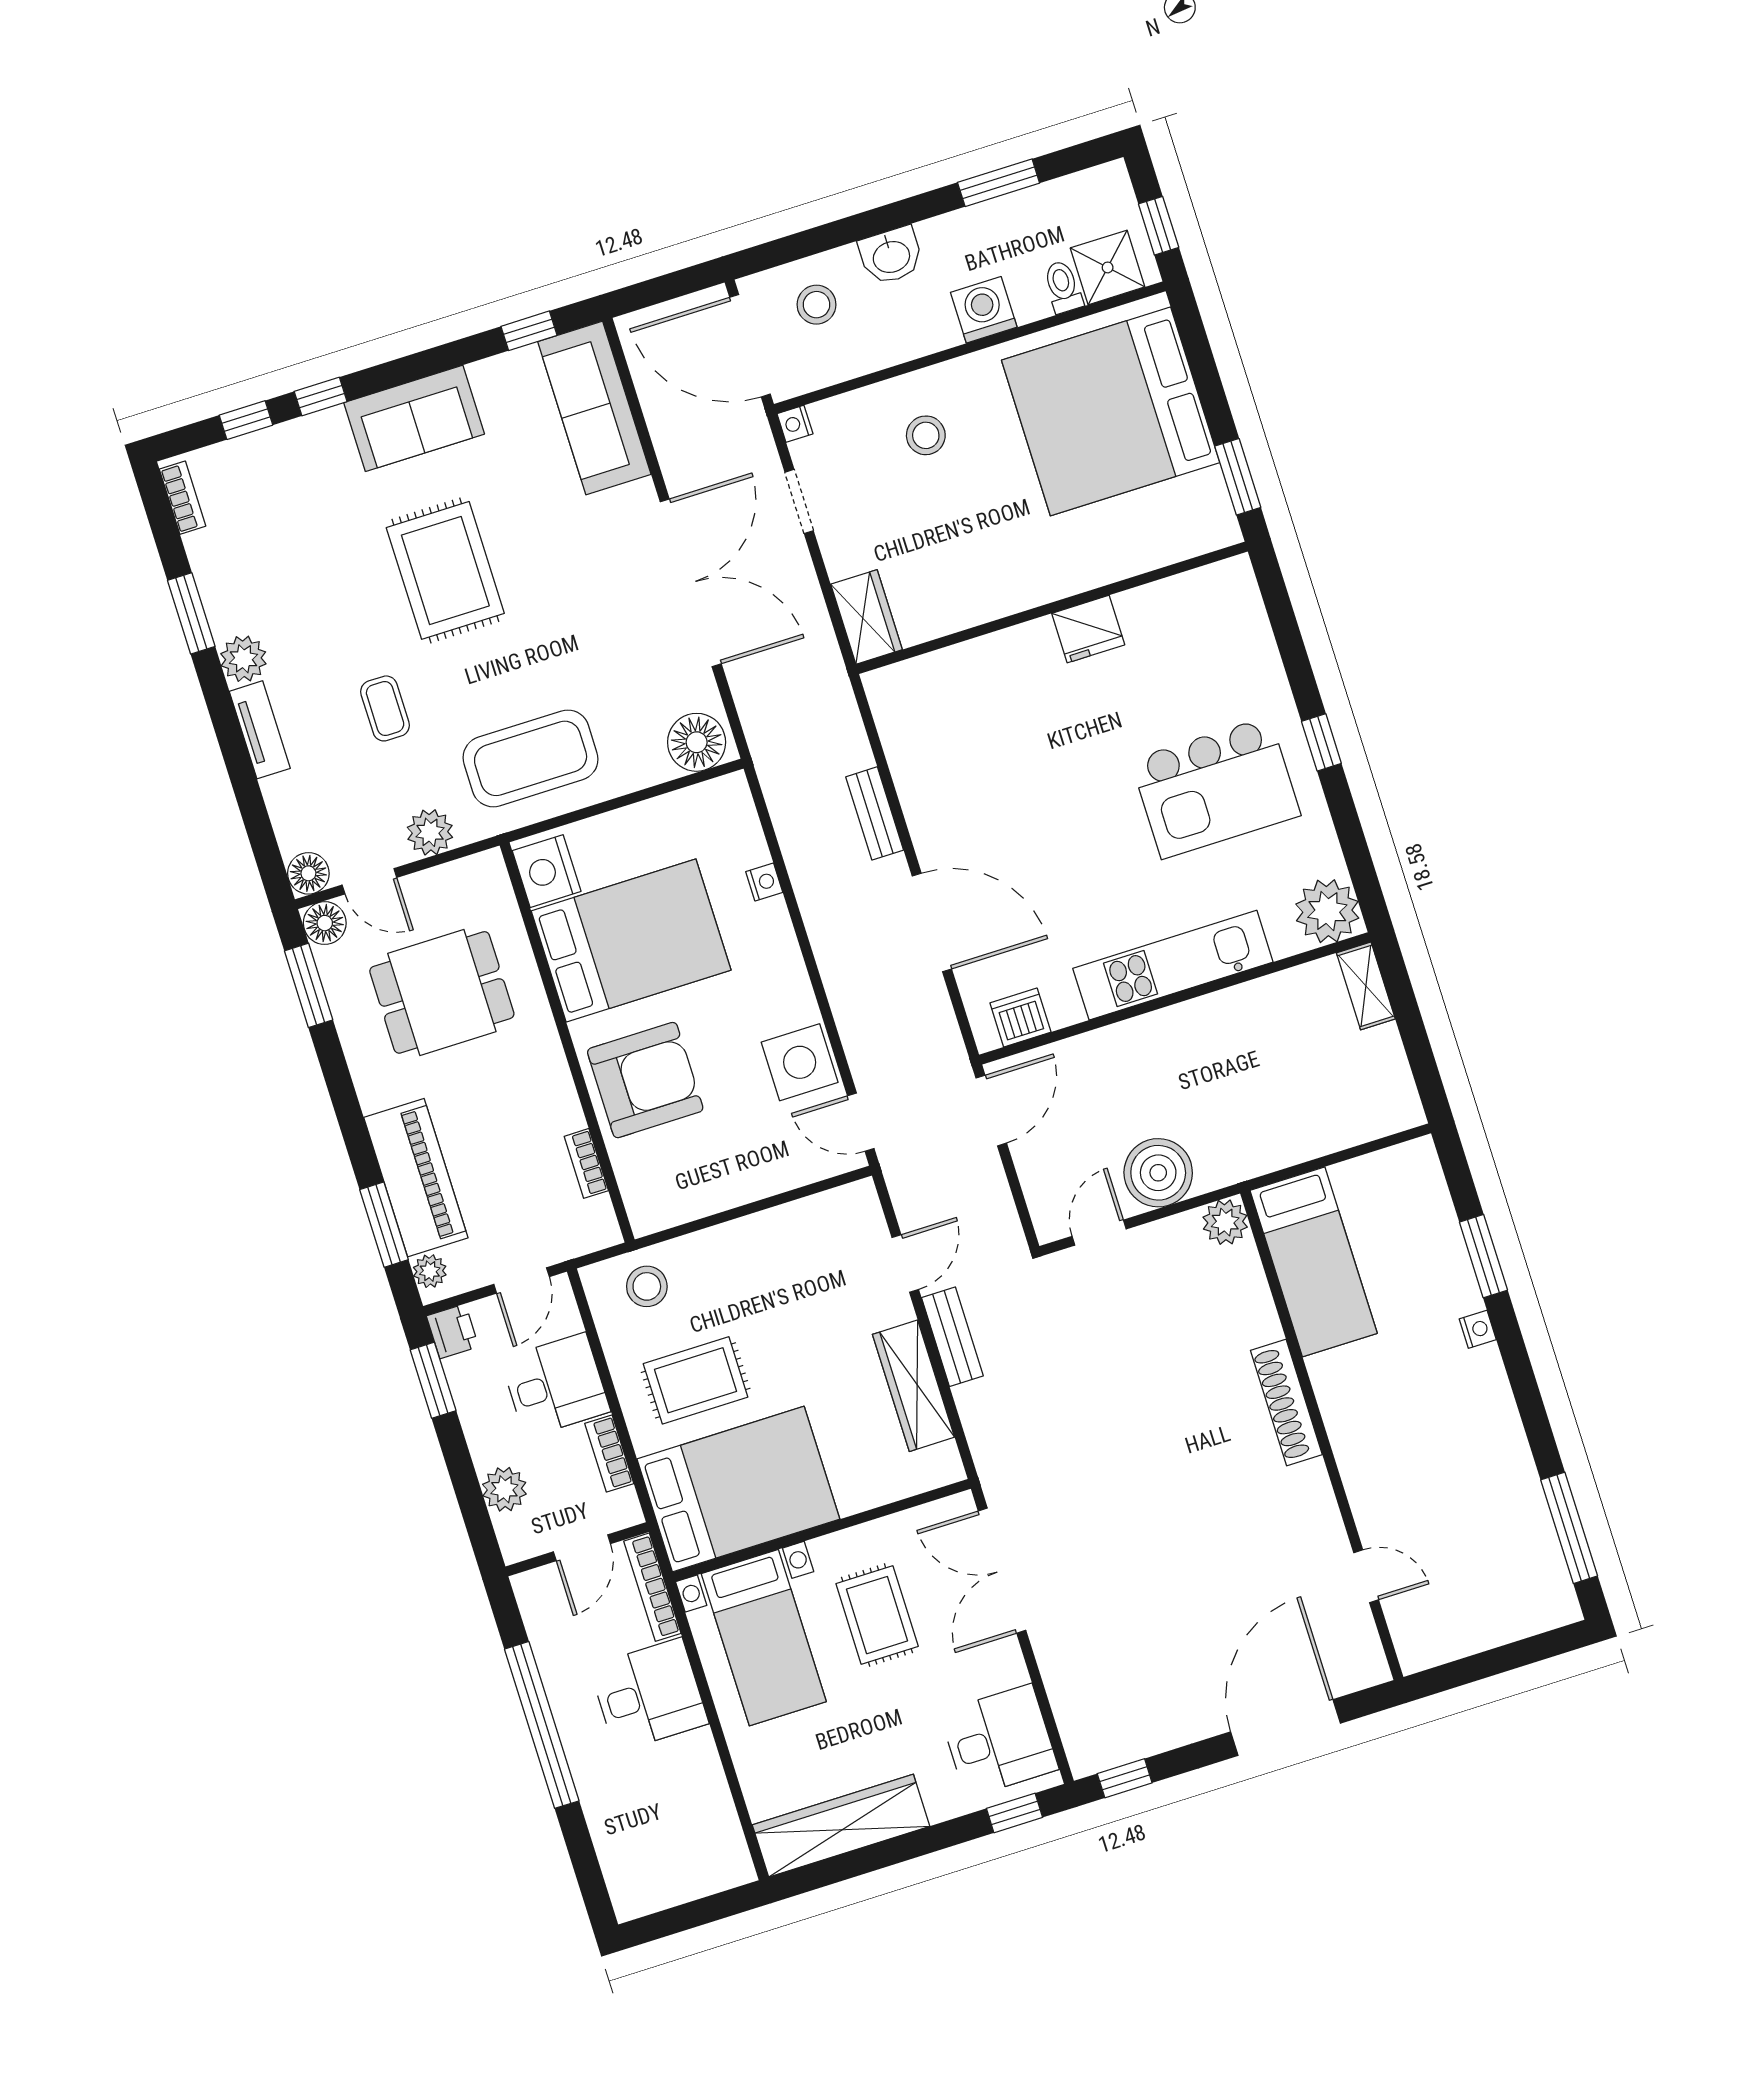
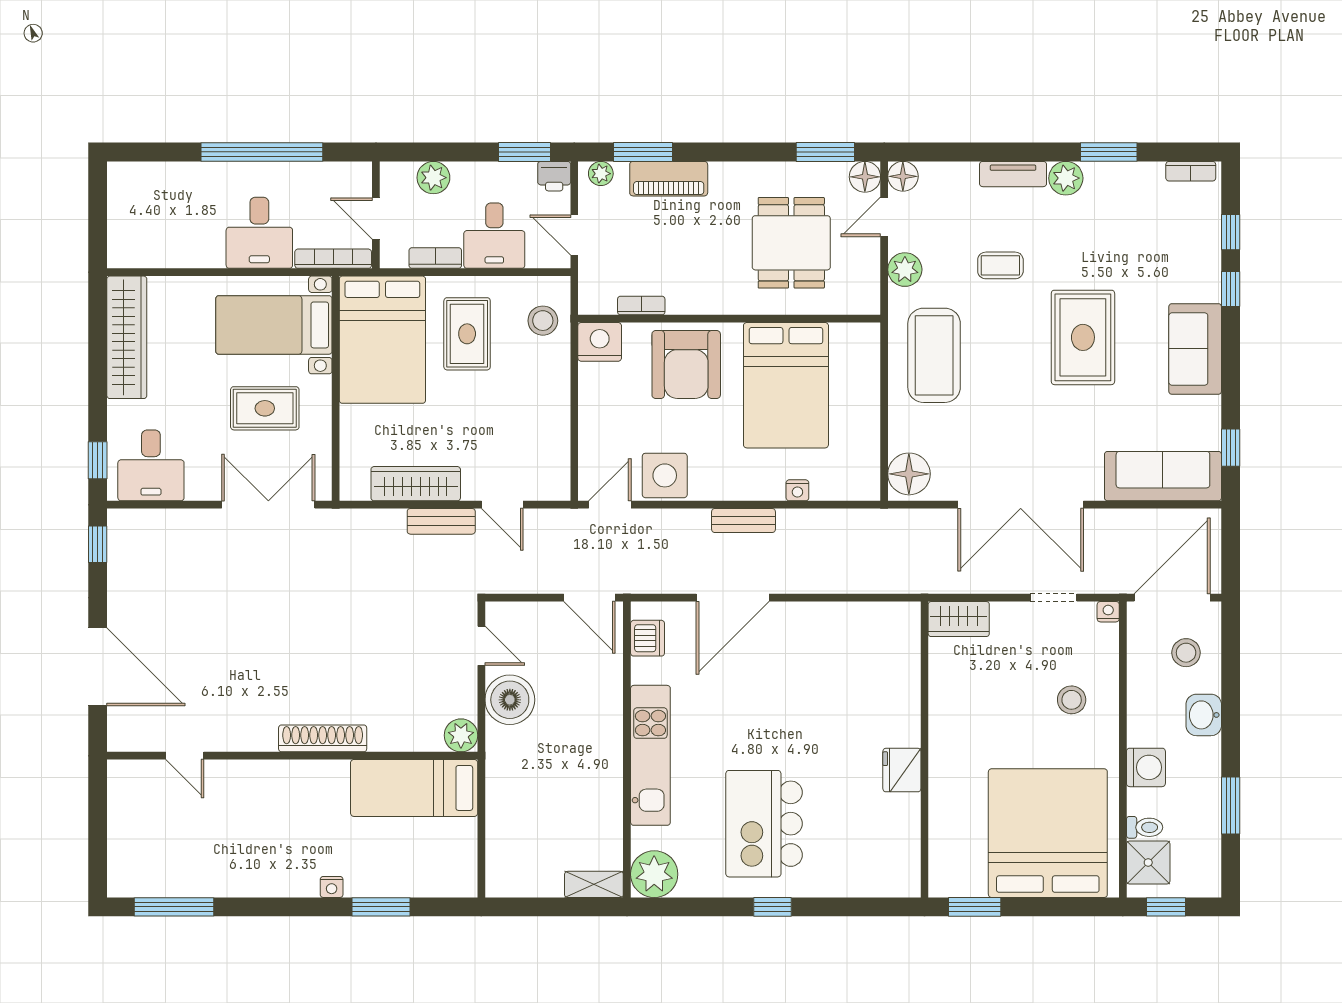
rug: (445, 570) -> (1083, 337), turned 90
bench: (875, 813) -> (743, 521), moved
nightstand: (547, 871) -> (600, 342), moved
piano: (416, 1178) -> (669, 179), width x0.73, depth x0.75
door: (1366, 1576) -> (185, 756), hinge flipped

